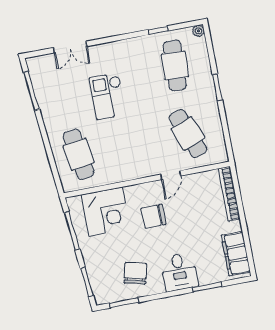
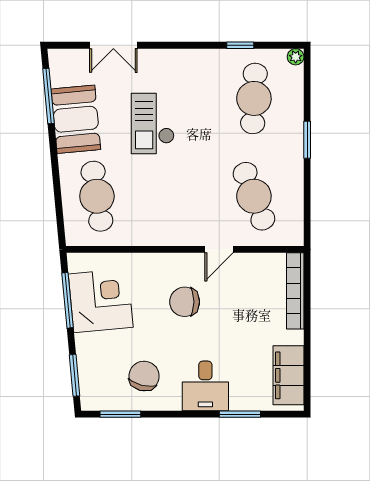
booth: (54, 103) -> (76, 119), added
corner desk: (105, 211) -> (101, 301), moved, turned -95

